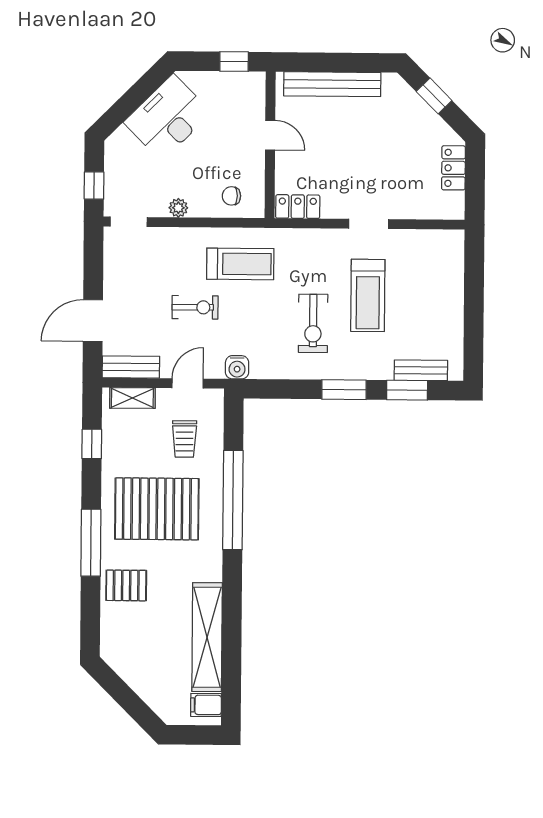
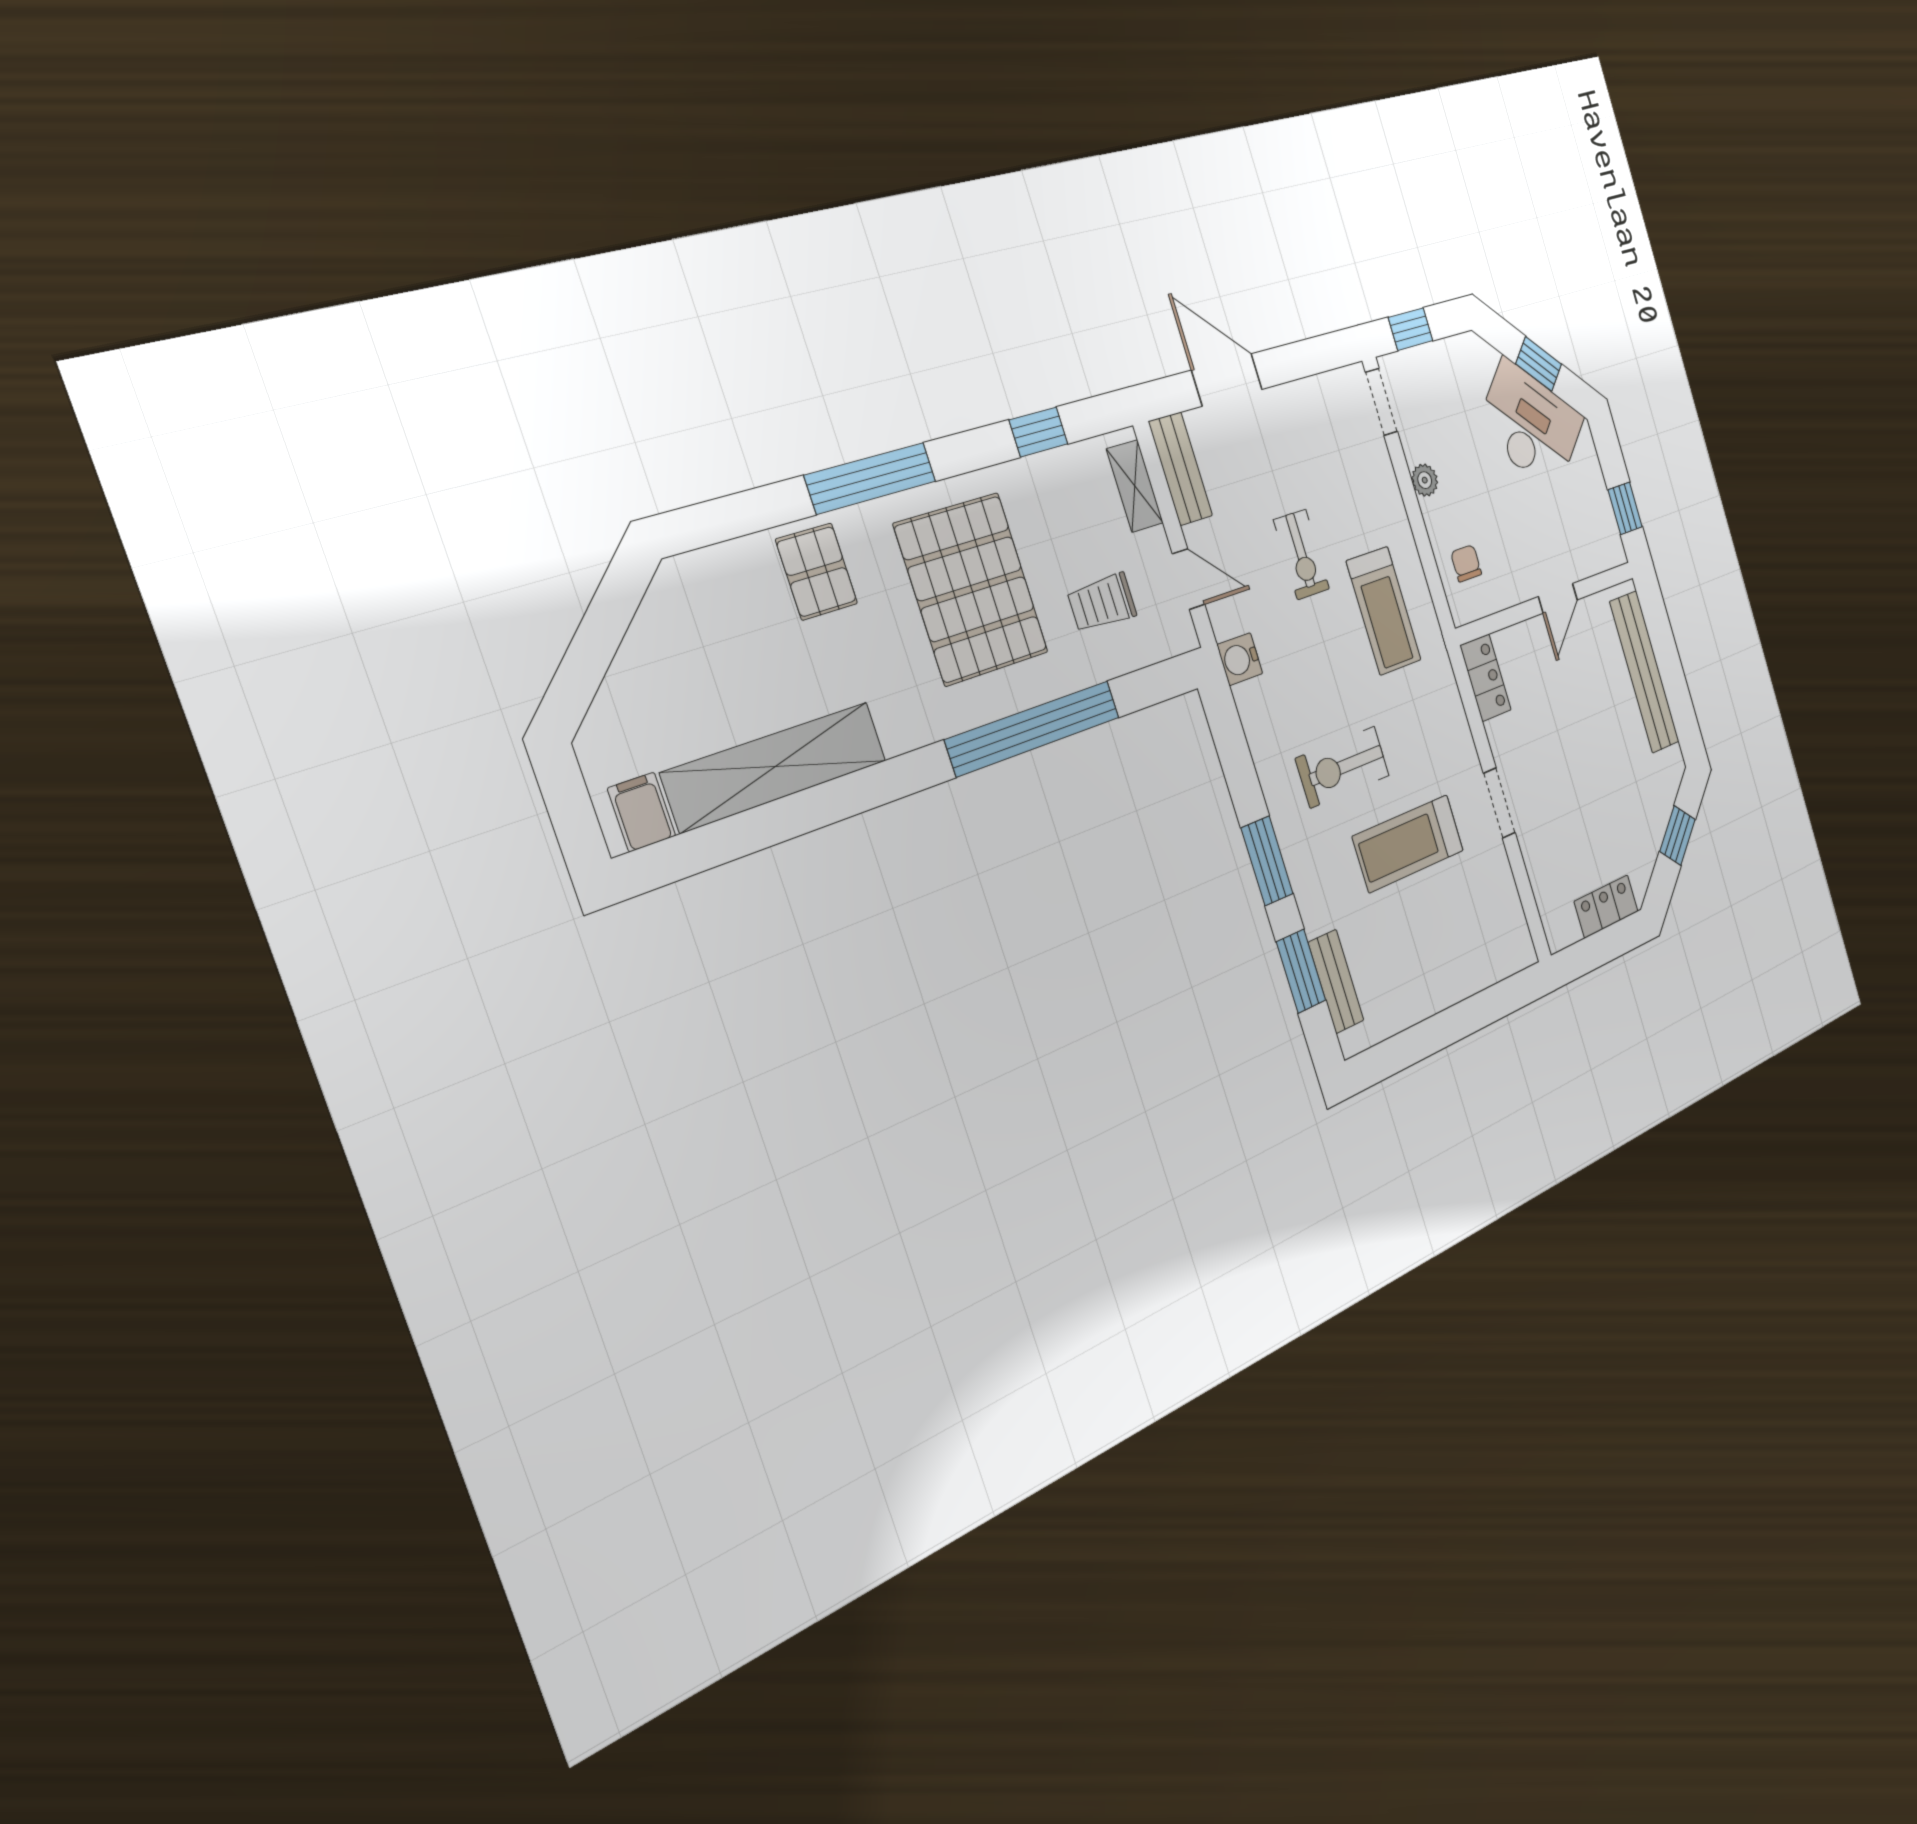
window: (135, 97) -> (1539, 364), added

